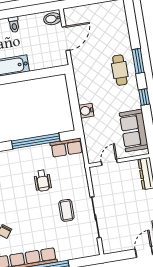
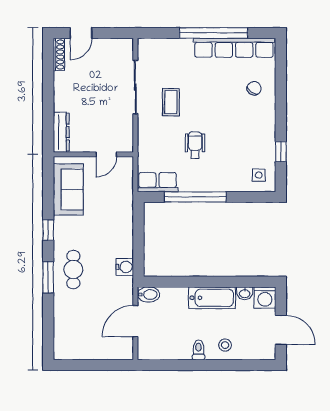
bidet: (52, 19) -> (149, 294), moved
water cooler: (86, 111) -> (125, 267), moved

